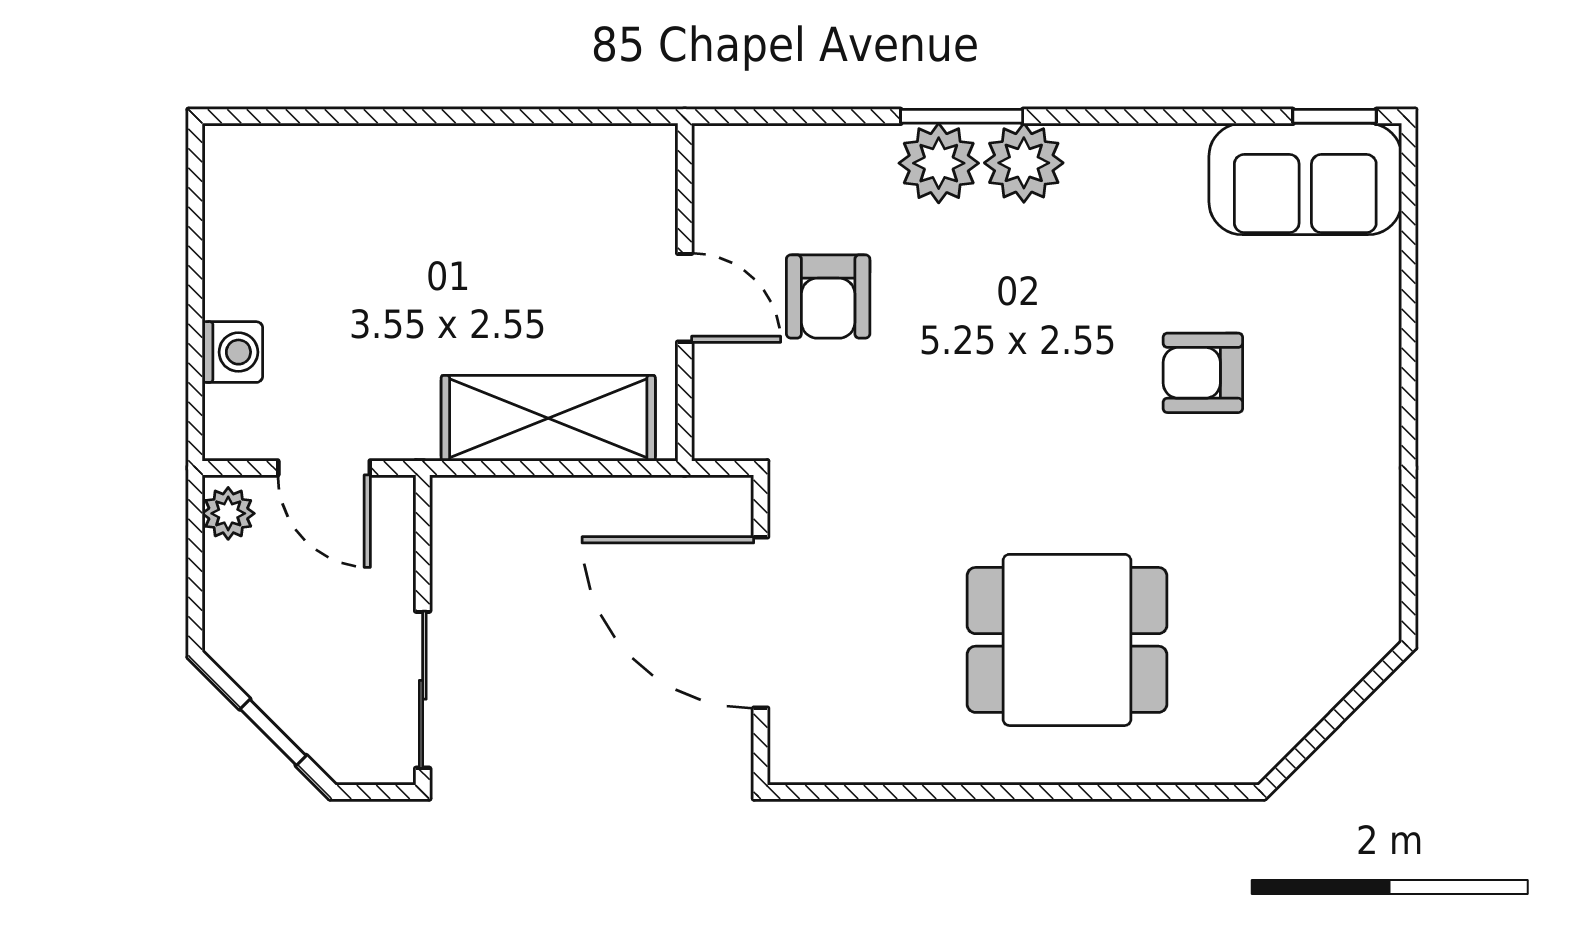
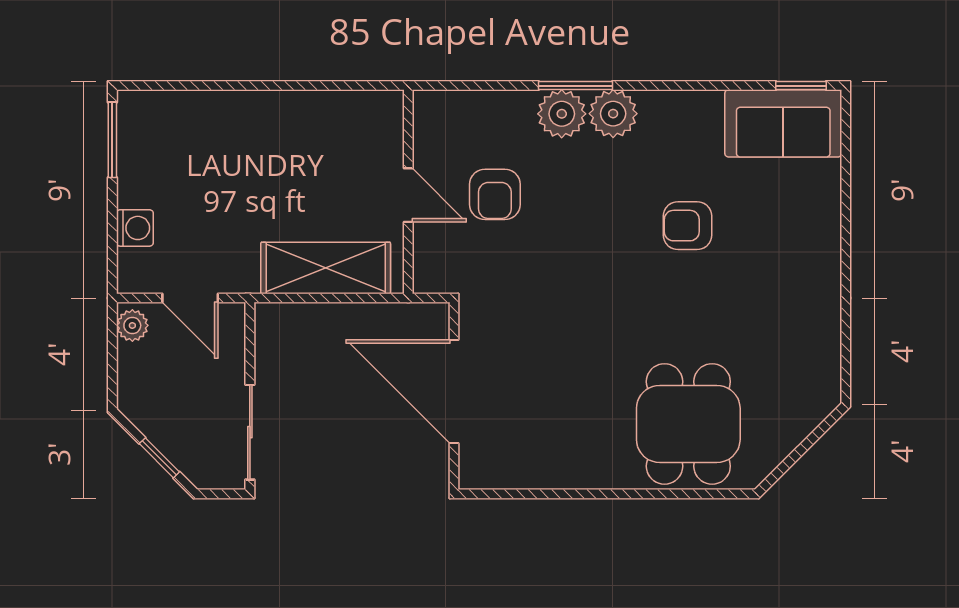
window: (195, 206) -> (112, 140), added
armchair: (1203, 373) -> (688, 226), moved
dining table: (1067, 640) -> (688, 424), moved, turned 90

